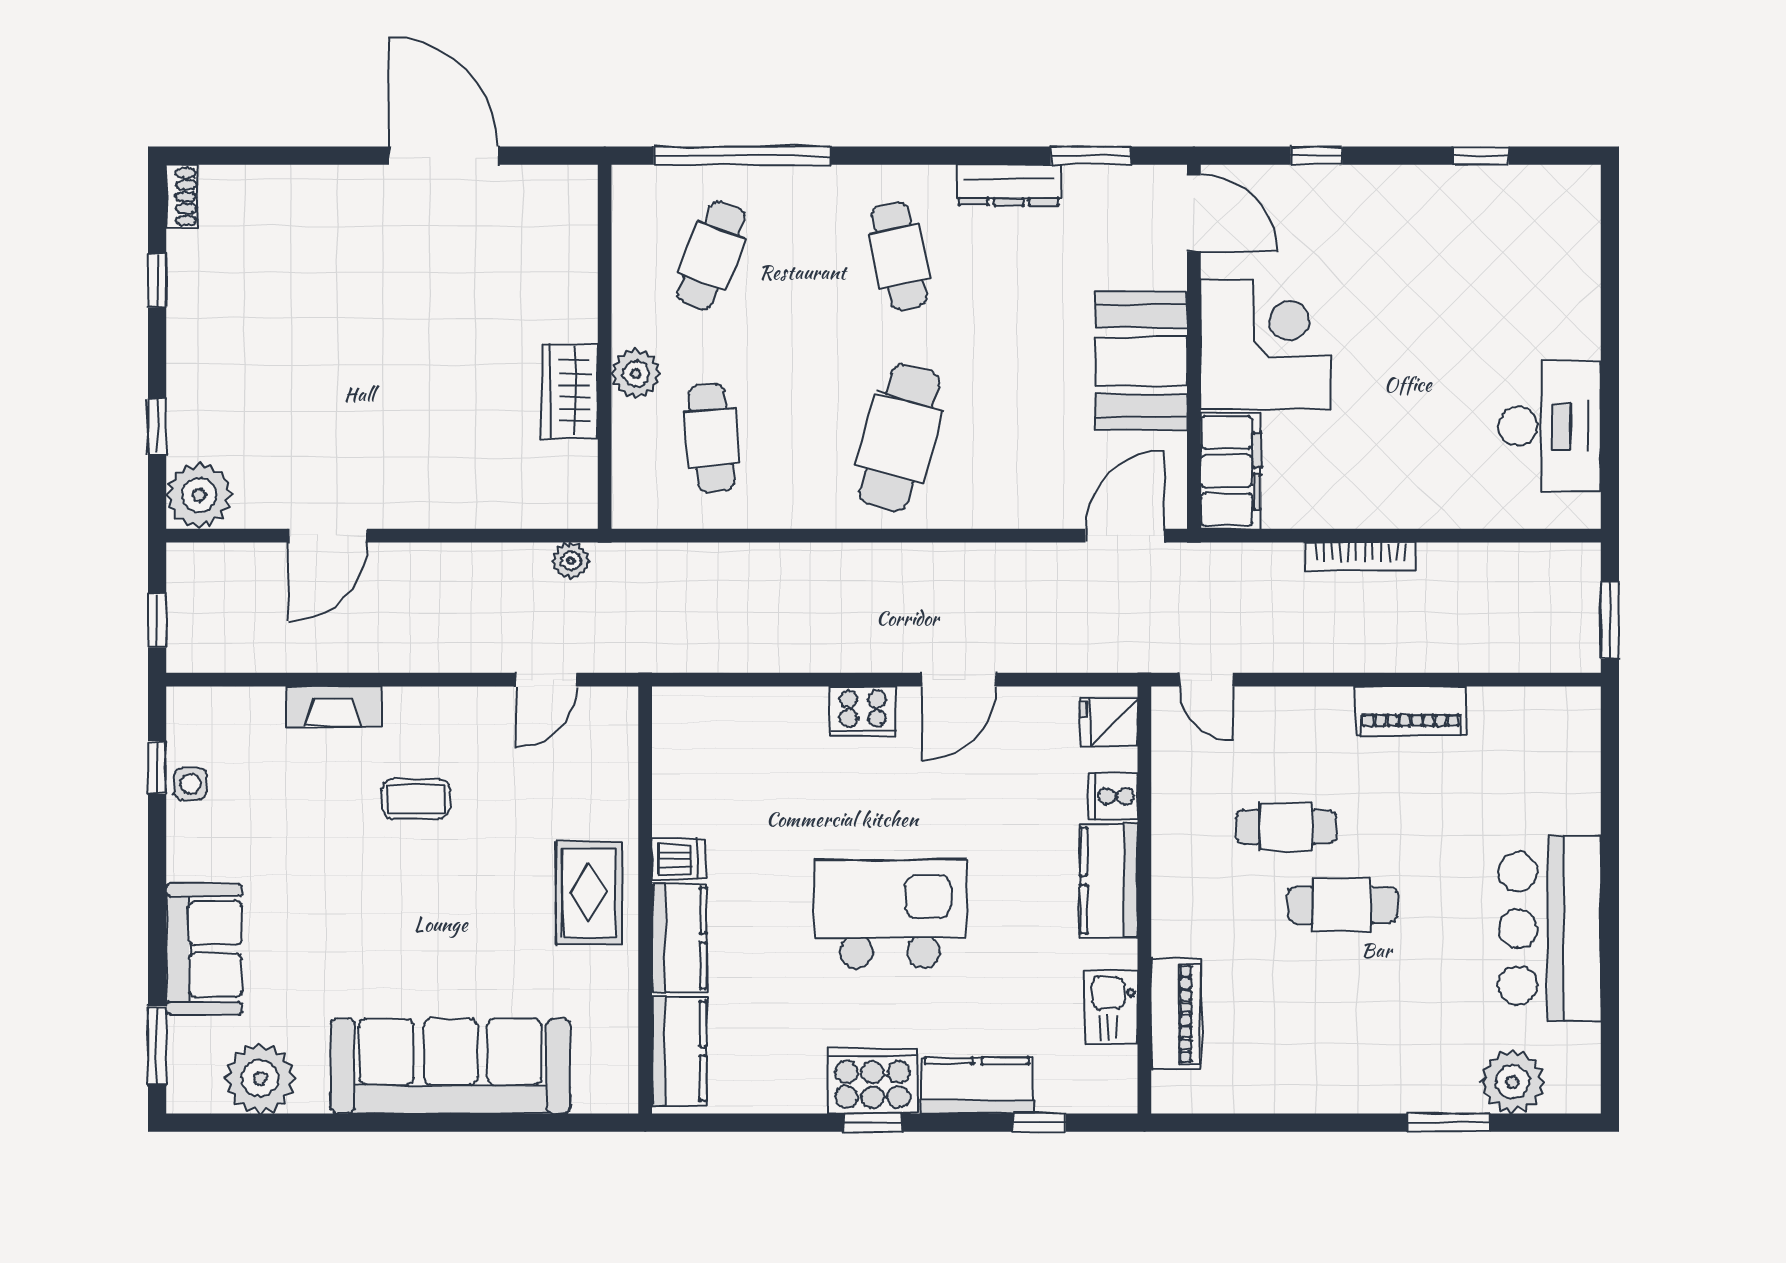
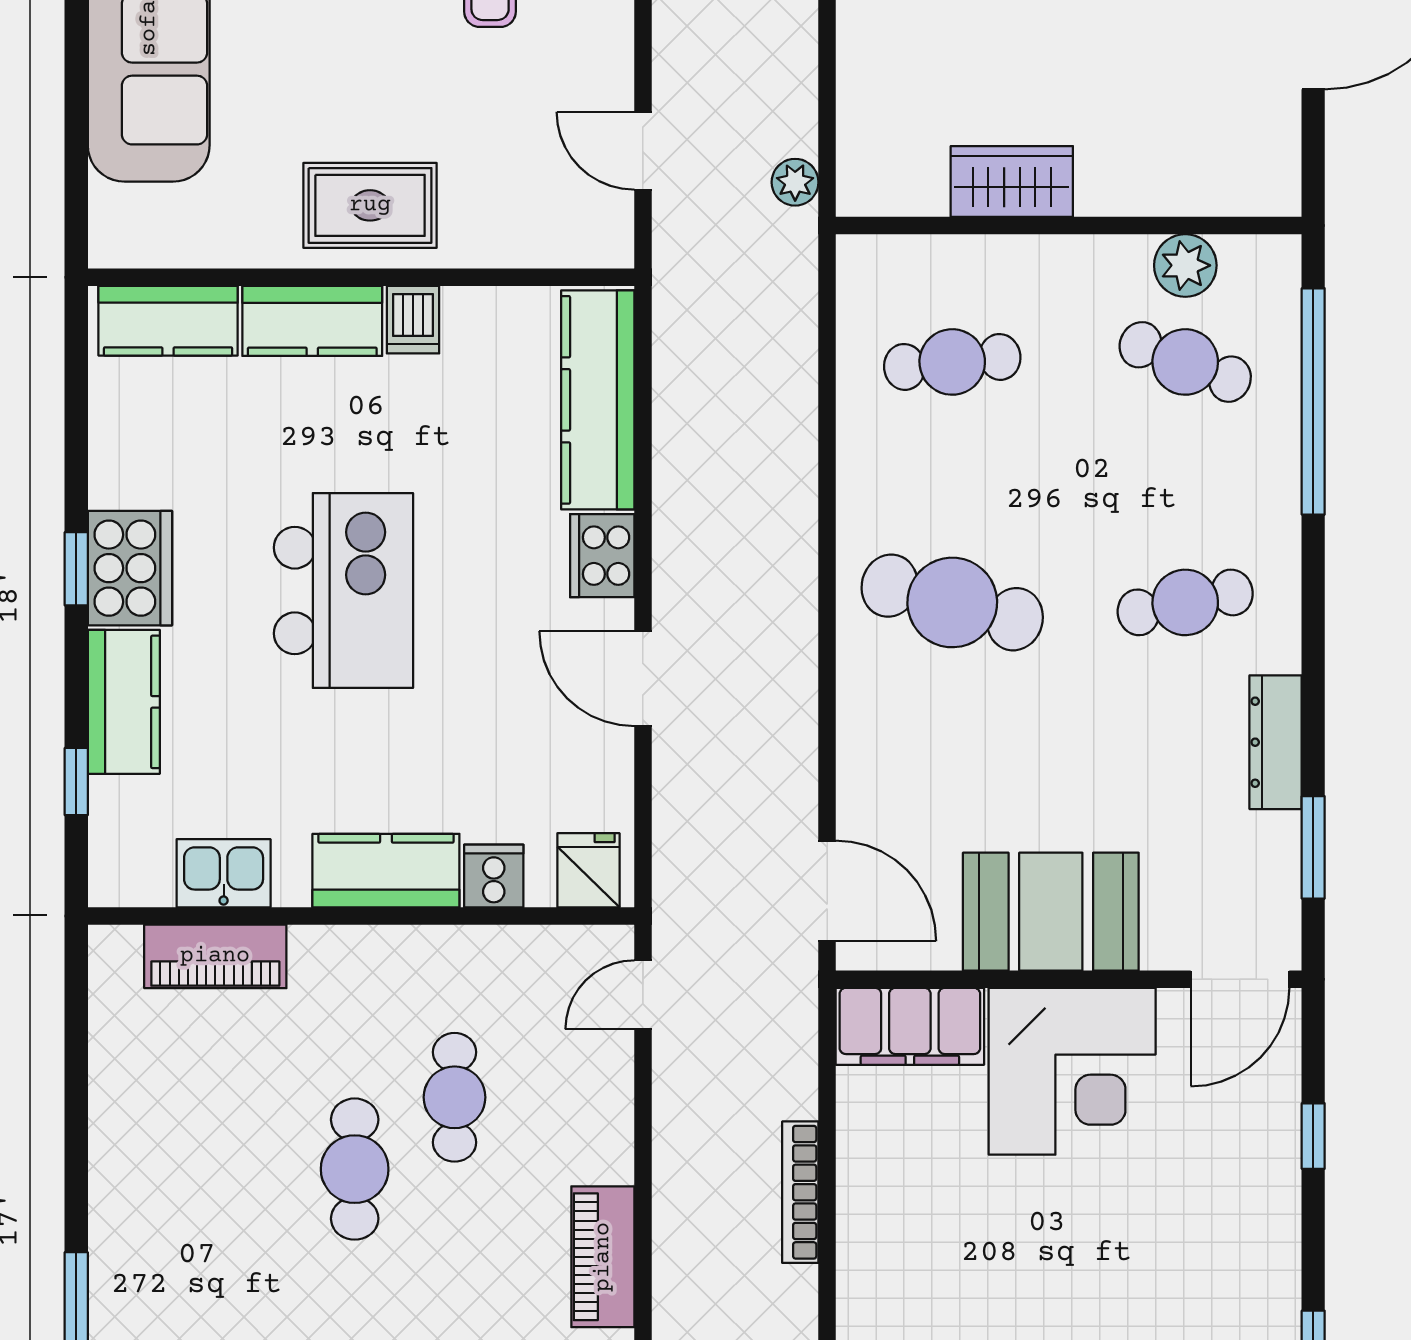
plant: (636, 373) -> (1185, 265), moved
kitchen counter: (741, 715) -> (598, 400), added

